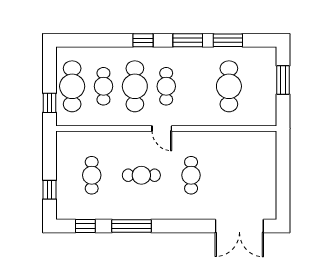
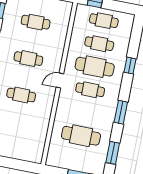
window: (143, 40) -> (130, 66), moved
window: (228, 40) -> (113, 153), moved
cafe table: (72, 86) -> (104, 21), width x0.73, depth x0.74
cafe table: (141, 175) -> (28, 59), turned 90

